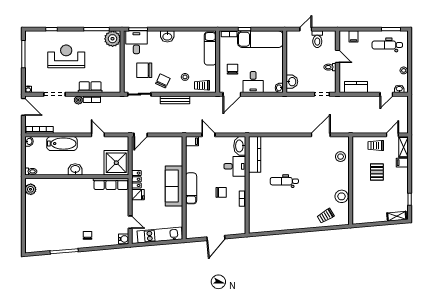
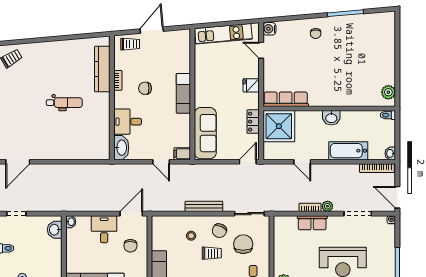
chair: (144, 70) -> (243, 244), turned -90
trolley: (202, 85) -> (212, 253), moved
kitchen counter: (255, 154) -> (102, 69), moved
locker: (136, 179) -> (253, 122), moved
sofa: (174, 186) -> (205, 133), moved
trolley: (233, 227) -> (130, 44), added

